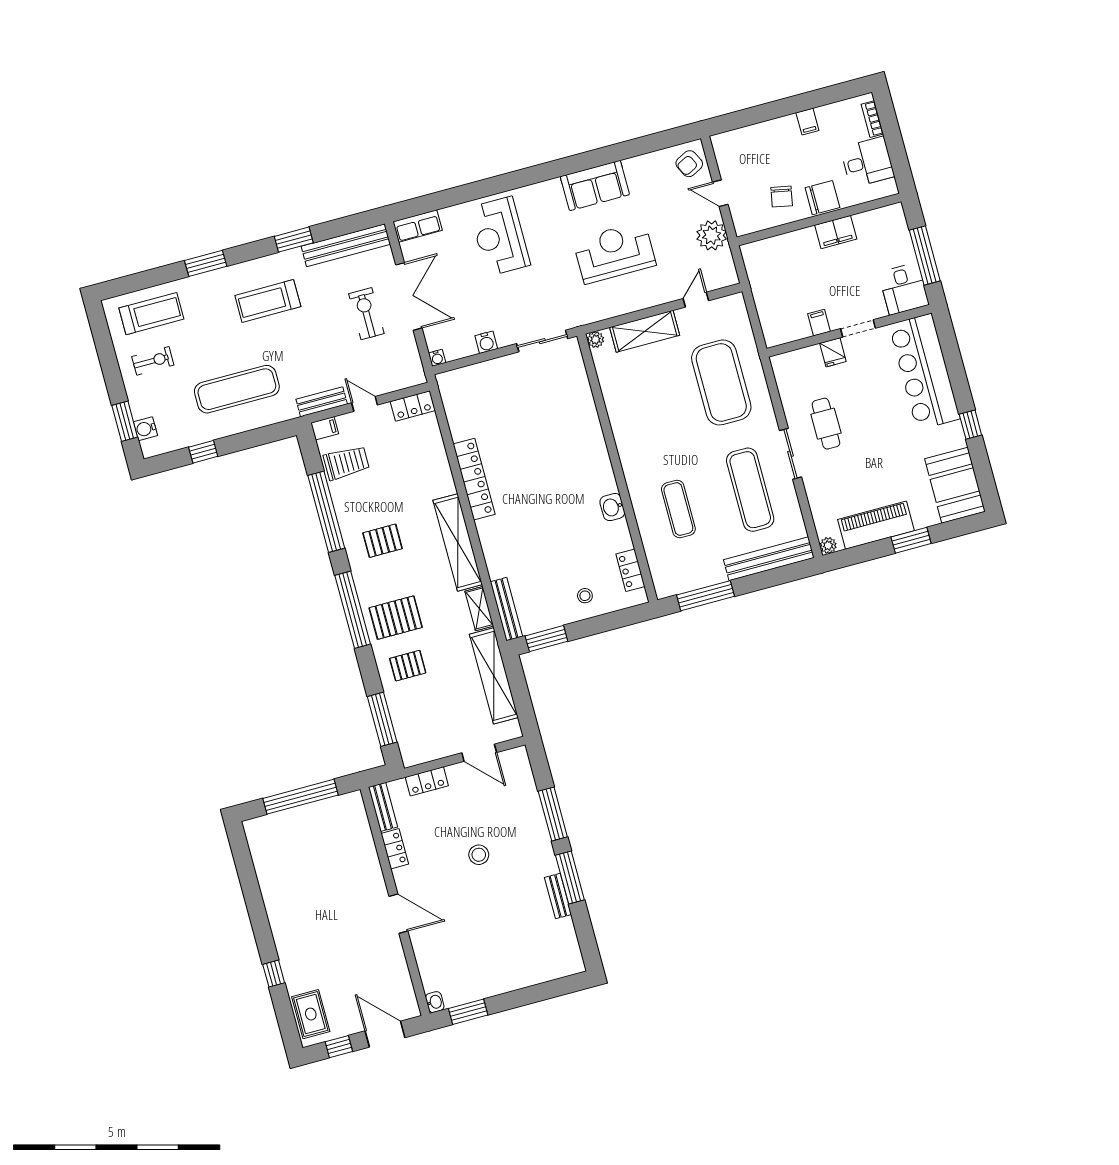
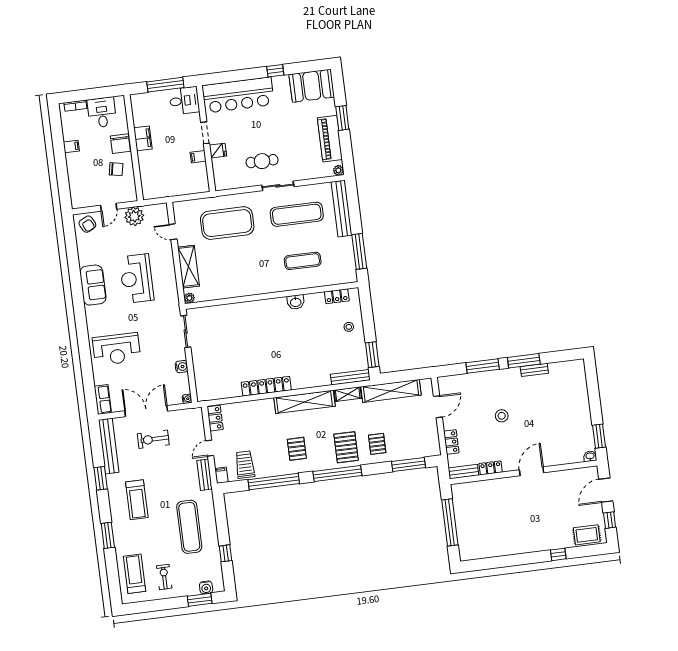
chair: (822, 198) -> (120, 144), turned 180

